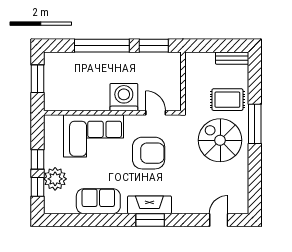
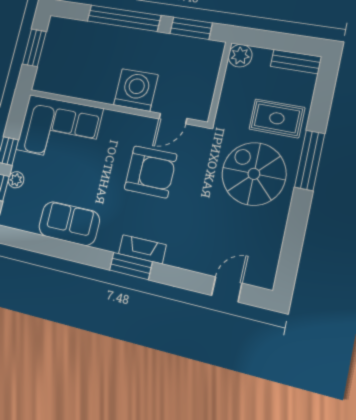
plant: (193, 60) -> (240, 56), added
door: (156, 113) -> (173, 119), swing flipped
corner sofa: (94, 136) -> (59, 129), moved
plant: (55, 179) -> (16, 180), width x0.53, depth x0.53
fireplace: (149, 205) -> (142, 249), width x0.73, depth x0.76

